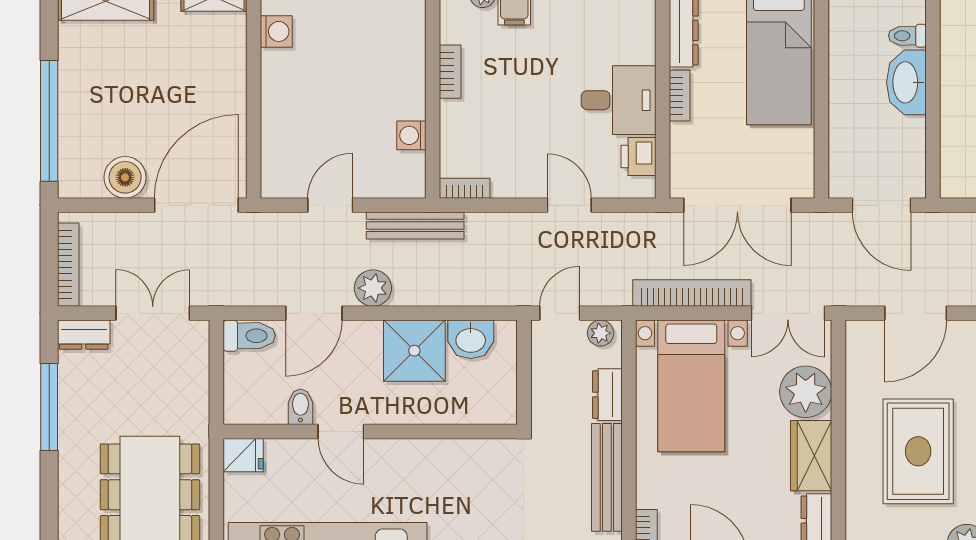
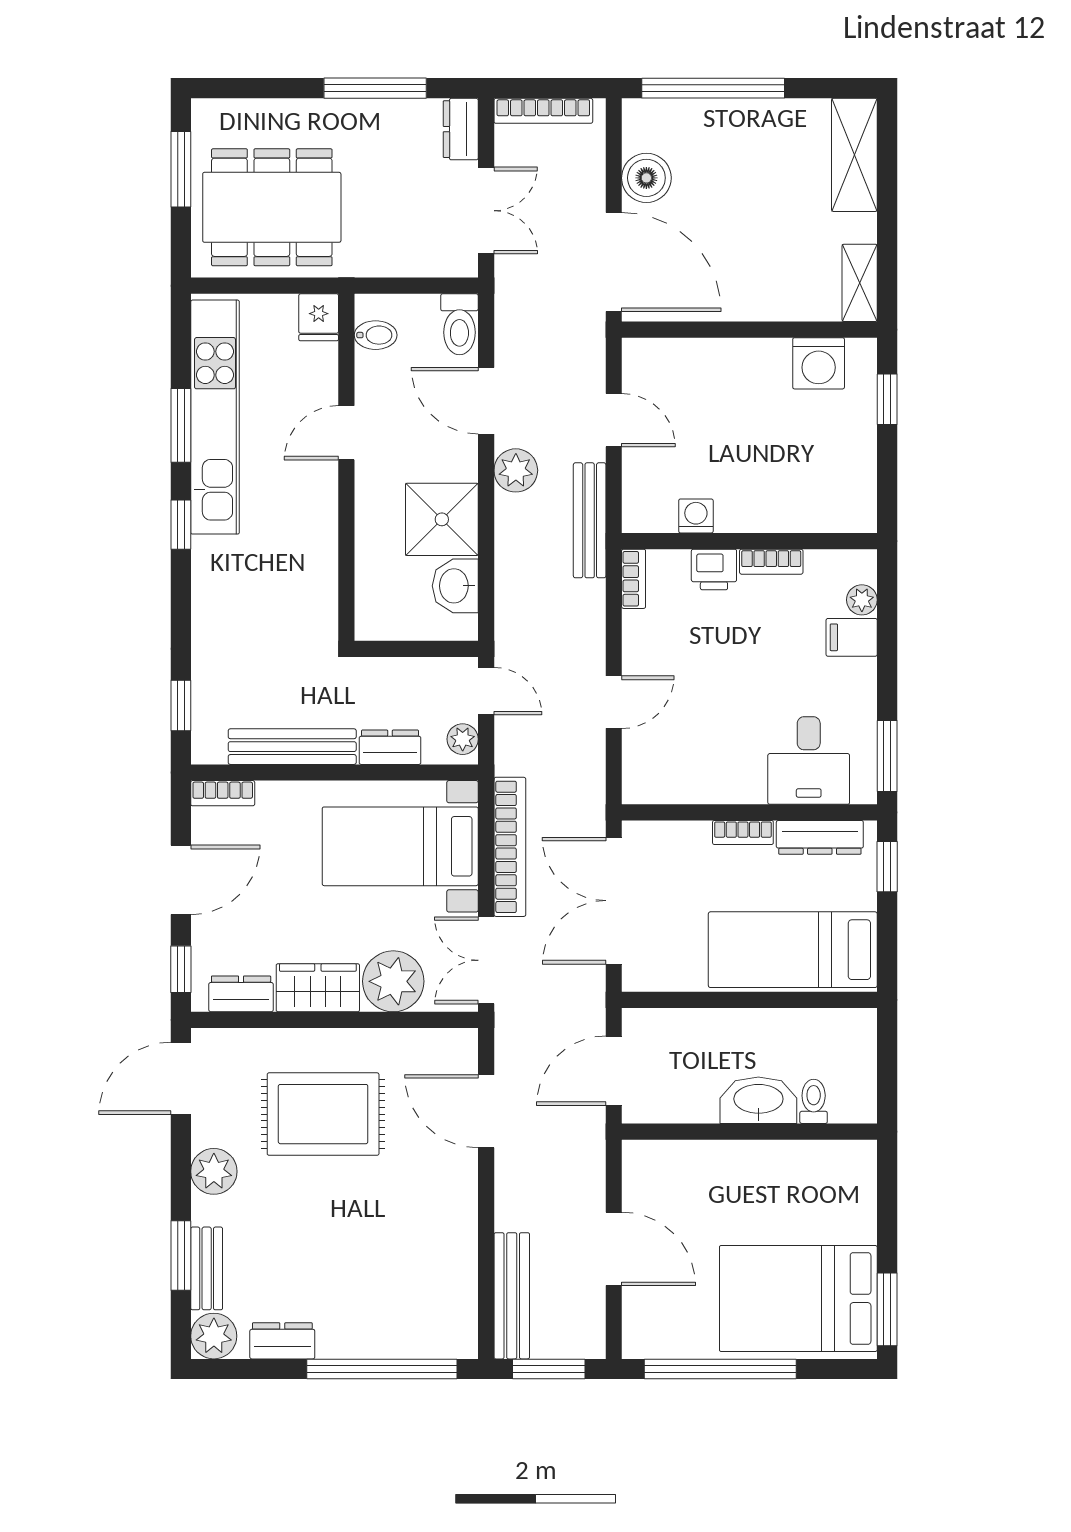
washing machine: (276, 31) -> (819, 363), width x1.38, depth x1.38
desk: (619, 100) -> (809, 760), moved
printer: (638, 156) -> (714, 570), moved, turned 180
bidet: (301, 407) -> (376, 335), moved

